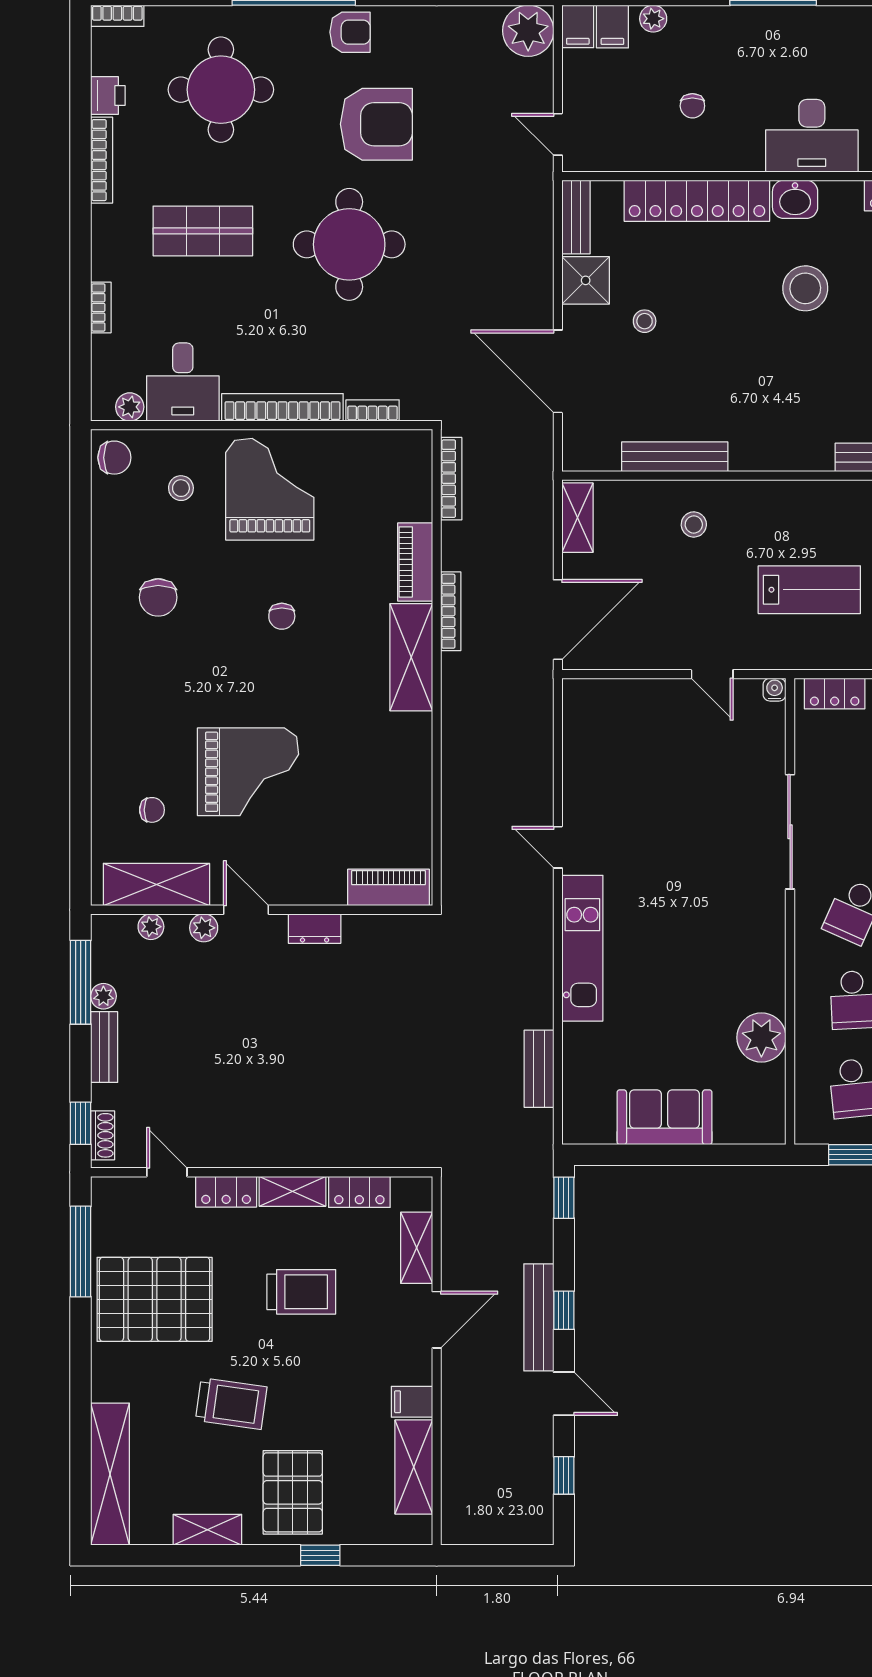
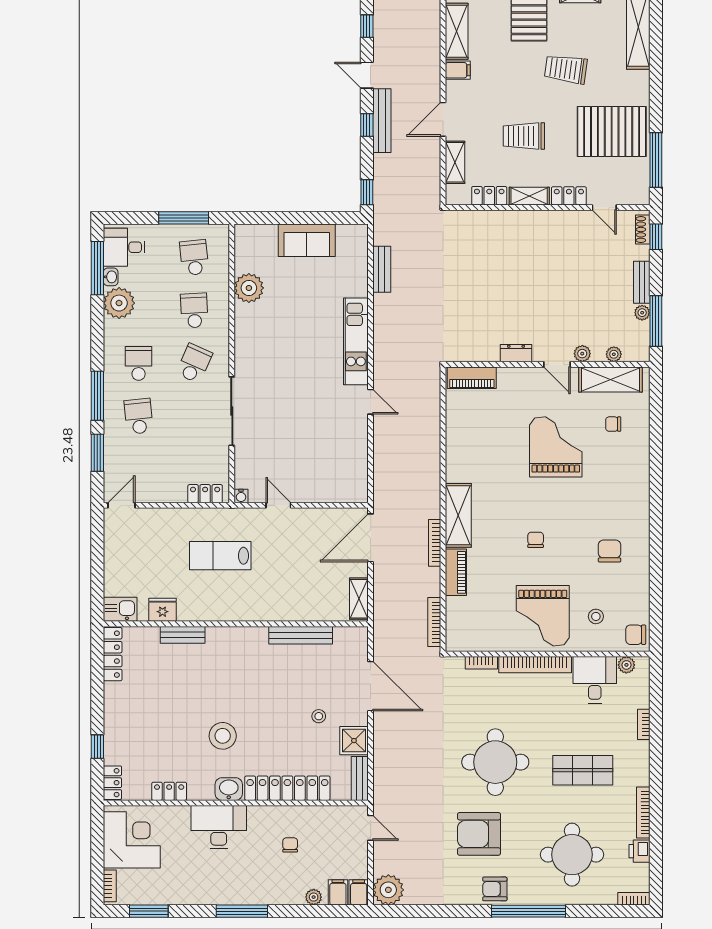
stool: (694, 524) -> (289, 595), removed
grand piano: (248, 772) -> (556, 447), turned 90

